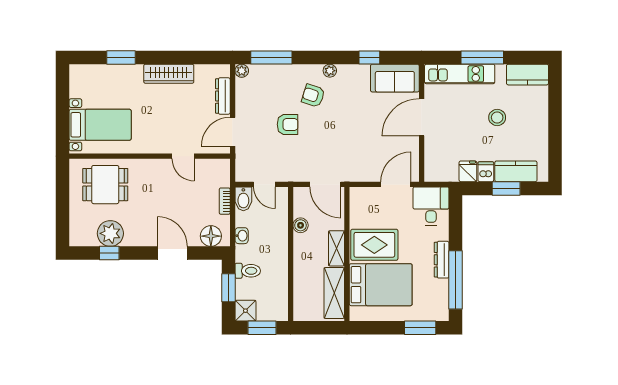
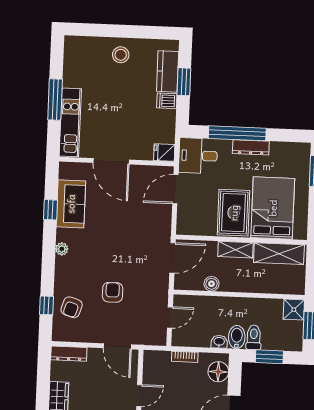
window: (271, 57) -> (46, 305), width x0.46
plant: (242, 71) -> (58, 335), removed
kitchen counter: (527, 75) -> (74, 56), removed
sofa: (395, 78) -> (71, 204), moved
dresser: (223, 96) -> (69, 354), moved
armchair: (313, 96) -> (72, 307), moved
stool: (497, 117) -> (121, 55), moved
fridge: (468, 171) -> (164, 152), moved
door: (396, 184) -> (175, 189), hinge flipped
bidet: (243, 199) -> (237, 337), moved, turned -90
window: (456, 280) -> (237, 133), moved
shower: (245, 311) -> (294, 310), moved

